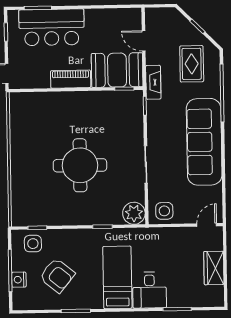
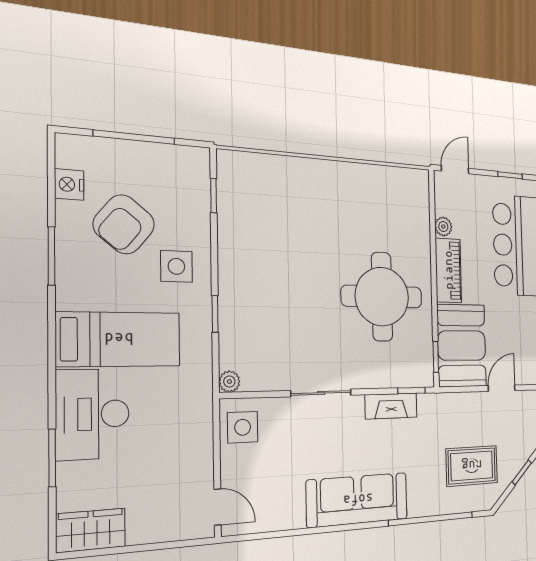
plant: (43, 82) -> (443, 227), added
fireplace: (153, 82) -> (391, 406), moved
sofa: (204, 142) -> (358, 500), width x0.74, depth x0.79
round table: (80, 165) -> (382, 297), moved
plant: (134, 213) -> (229, 382), width x0.53, depth x0.53
side table: (33, 244) -> (176, 266), moved
wardrobe: (214, 268) -> (91, 530), moved
nightstand: (19, 280) -> (69, 184), moved, turned -90
desk: (150, 290) -> (93, 414), width x1.37

